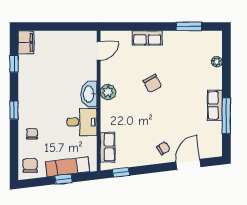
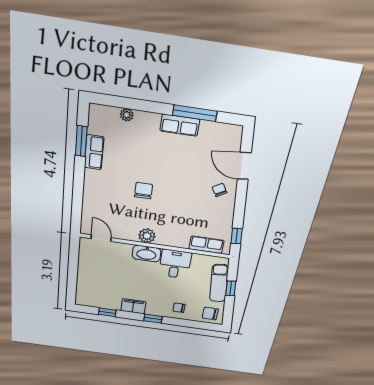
row of seats: (147, 38) -> (94, 152), moved
filing cabinet: (26, 42) -> (133, 306), moved
chair: (152, 83) -> (143, 191), turned -62

